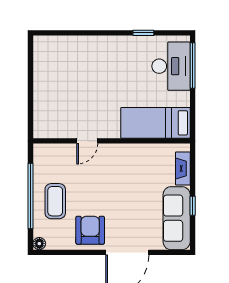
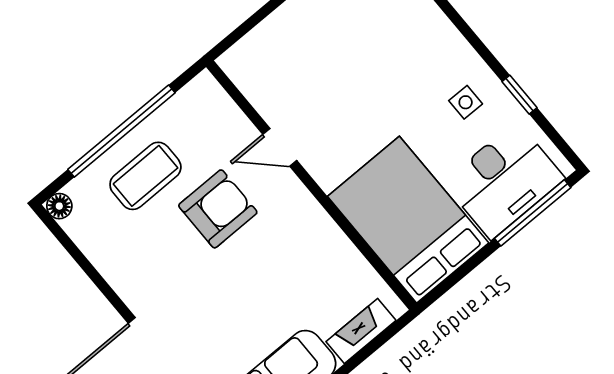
side table: (129, 56) -> (466, 102), added
bed: (155, 123) -> (408, 220), width x1.50
armchair: (90, 230) -> (218, 209), moved

